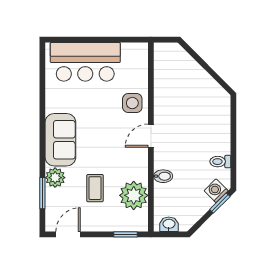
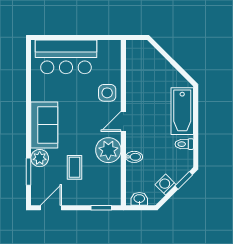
bathtub: (218, 124) -> (182, 111), added
washing machine: (216, 191) -> (166, 185), moved
plant: (134, 195) -> (108, 150), moved

